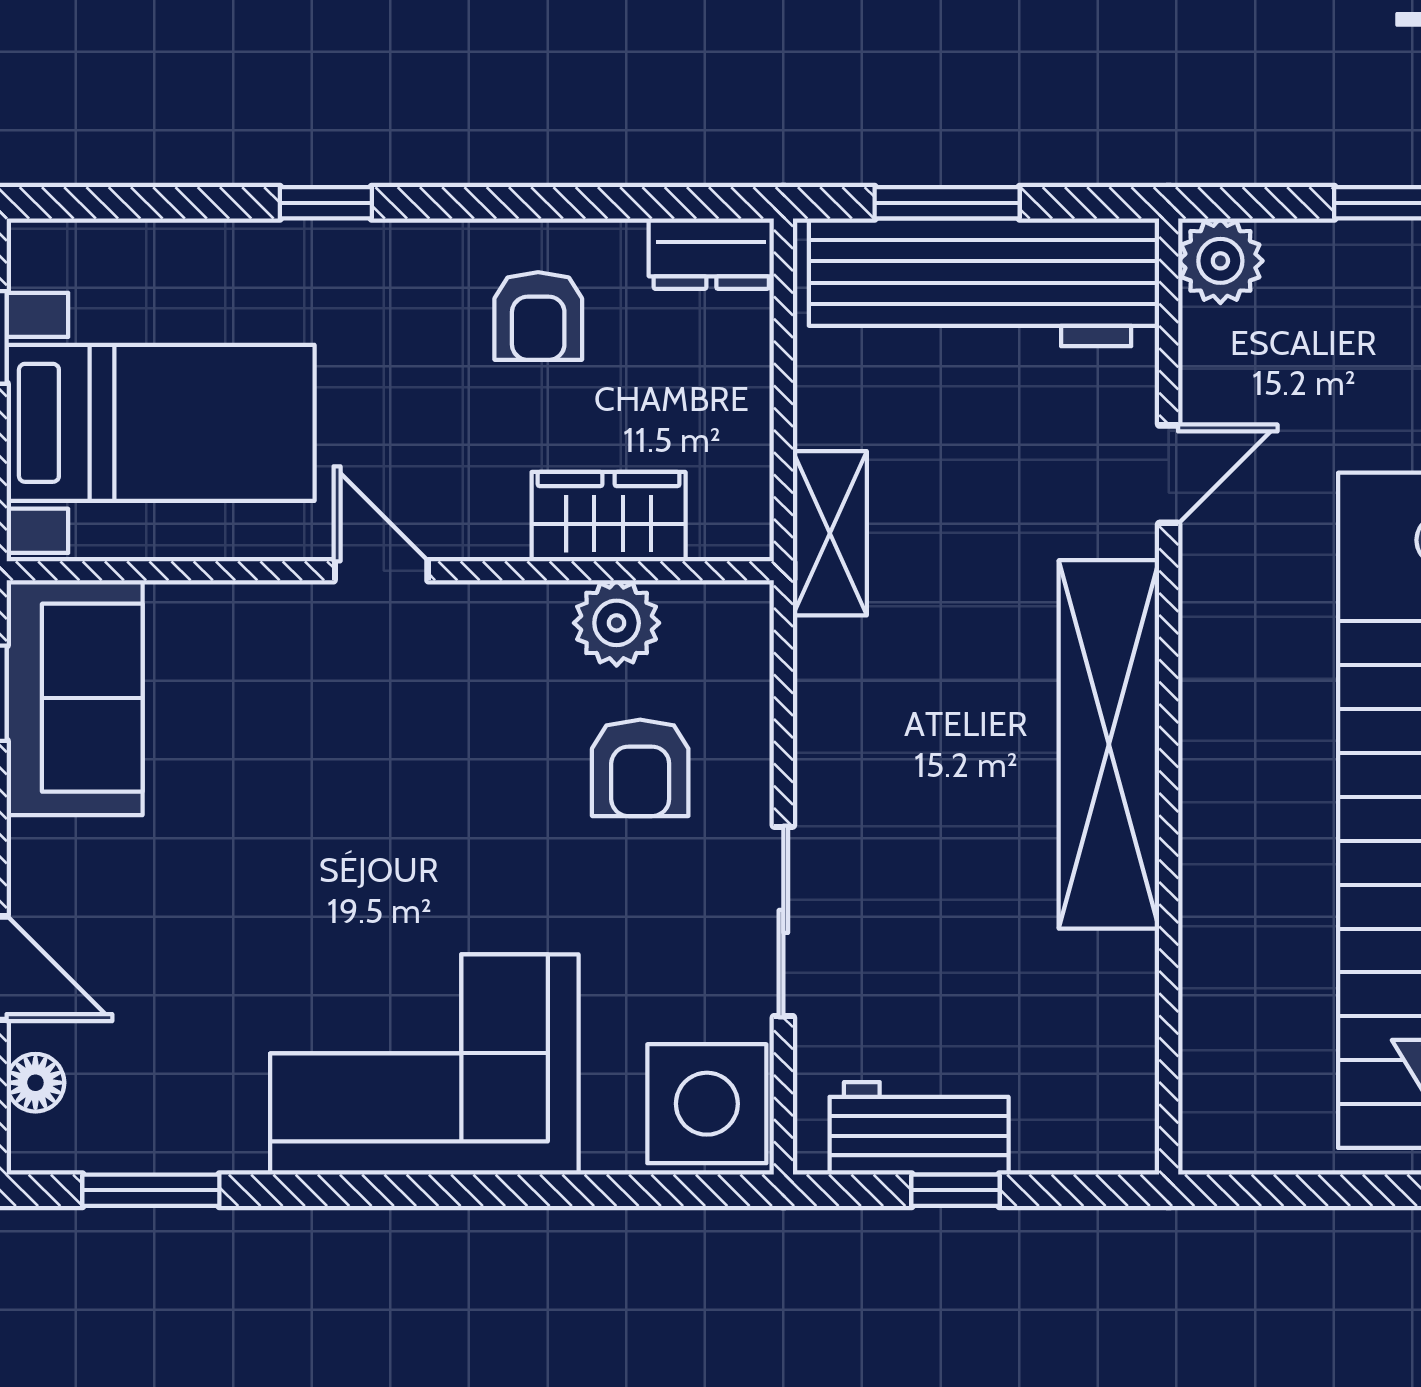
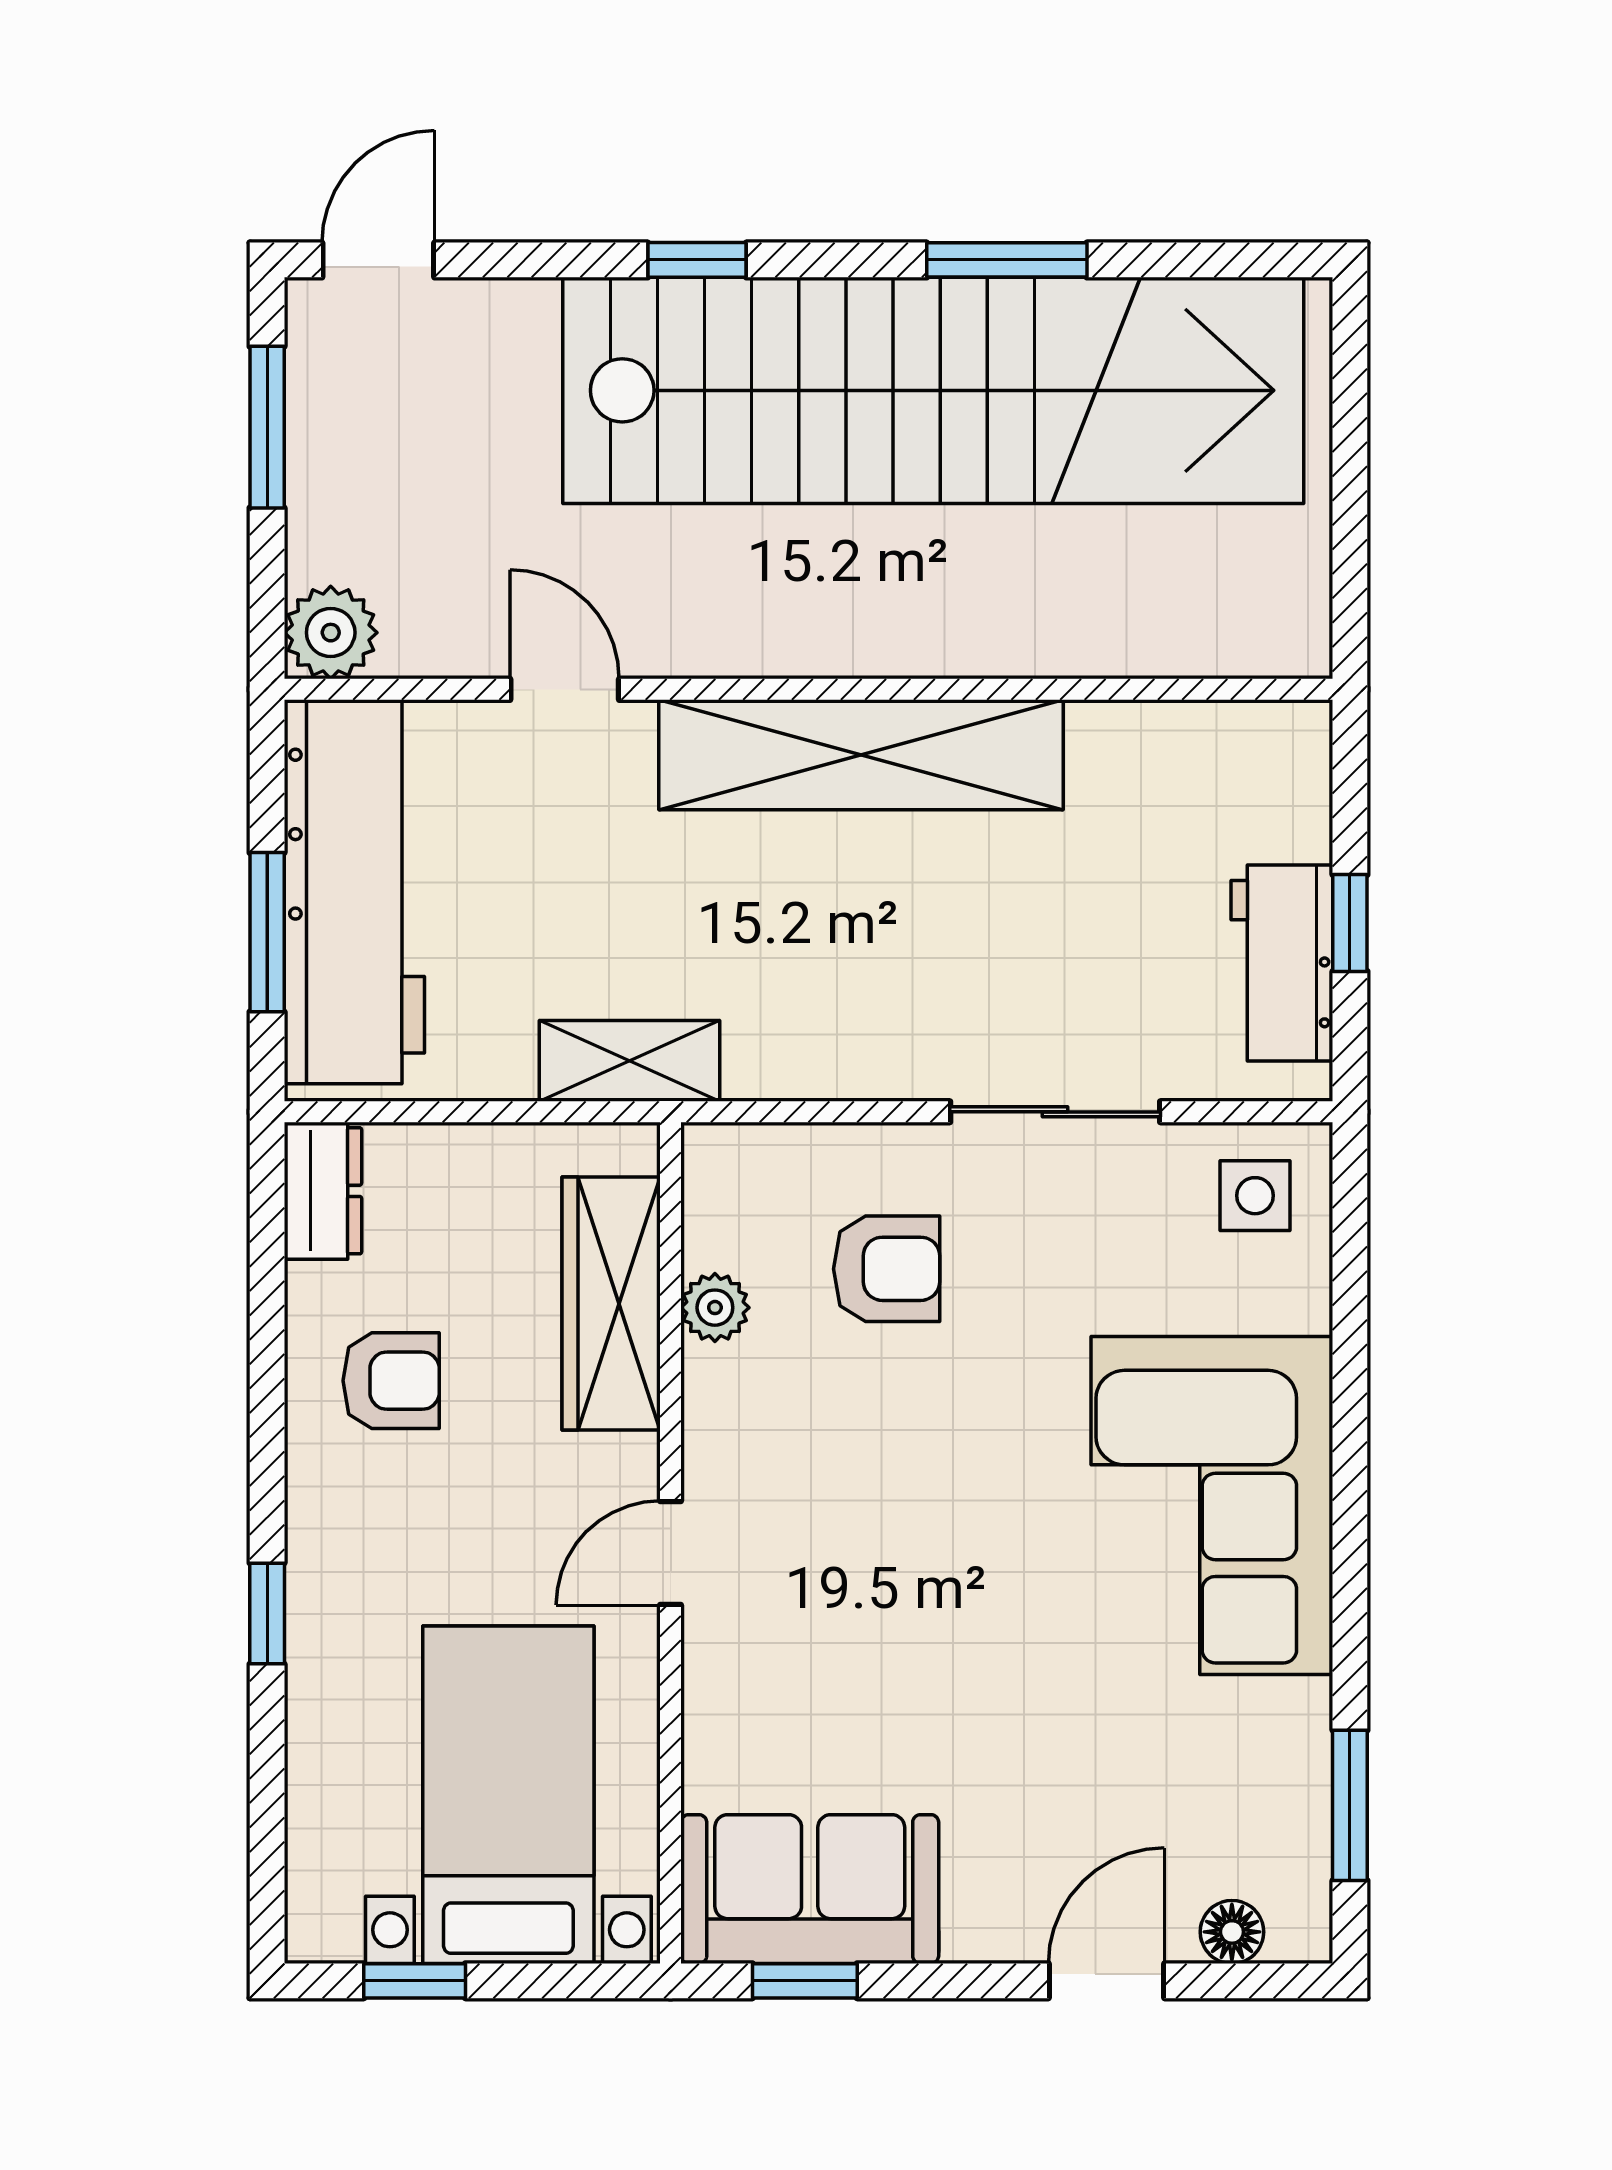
wardrobe: (609, 517) -> (611, 1304), width x1.50
plant: (617, 623) -> (715, 1308), width x0.73, depth x0.73
side table: (707, 1104) -> (1255, 1196), width x0.54, depth x0.54

